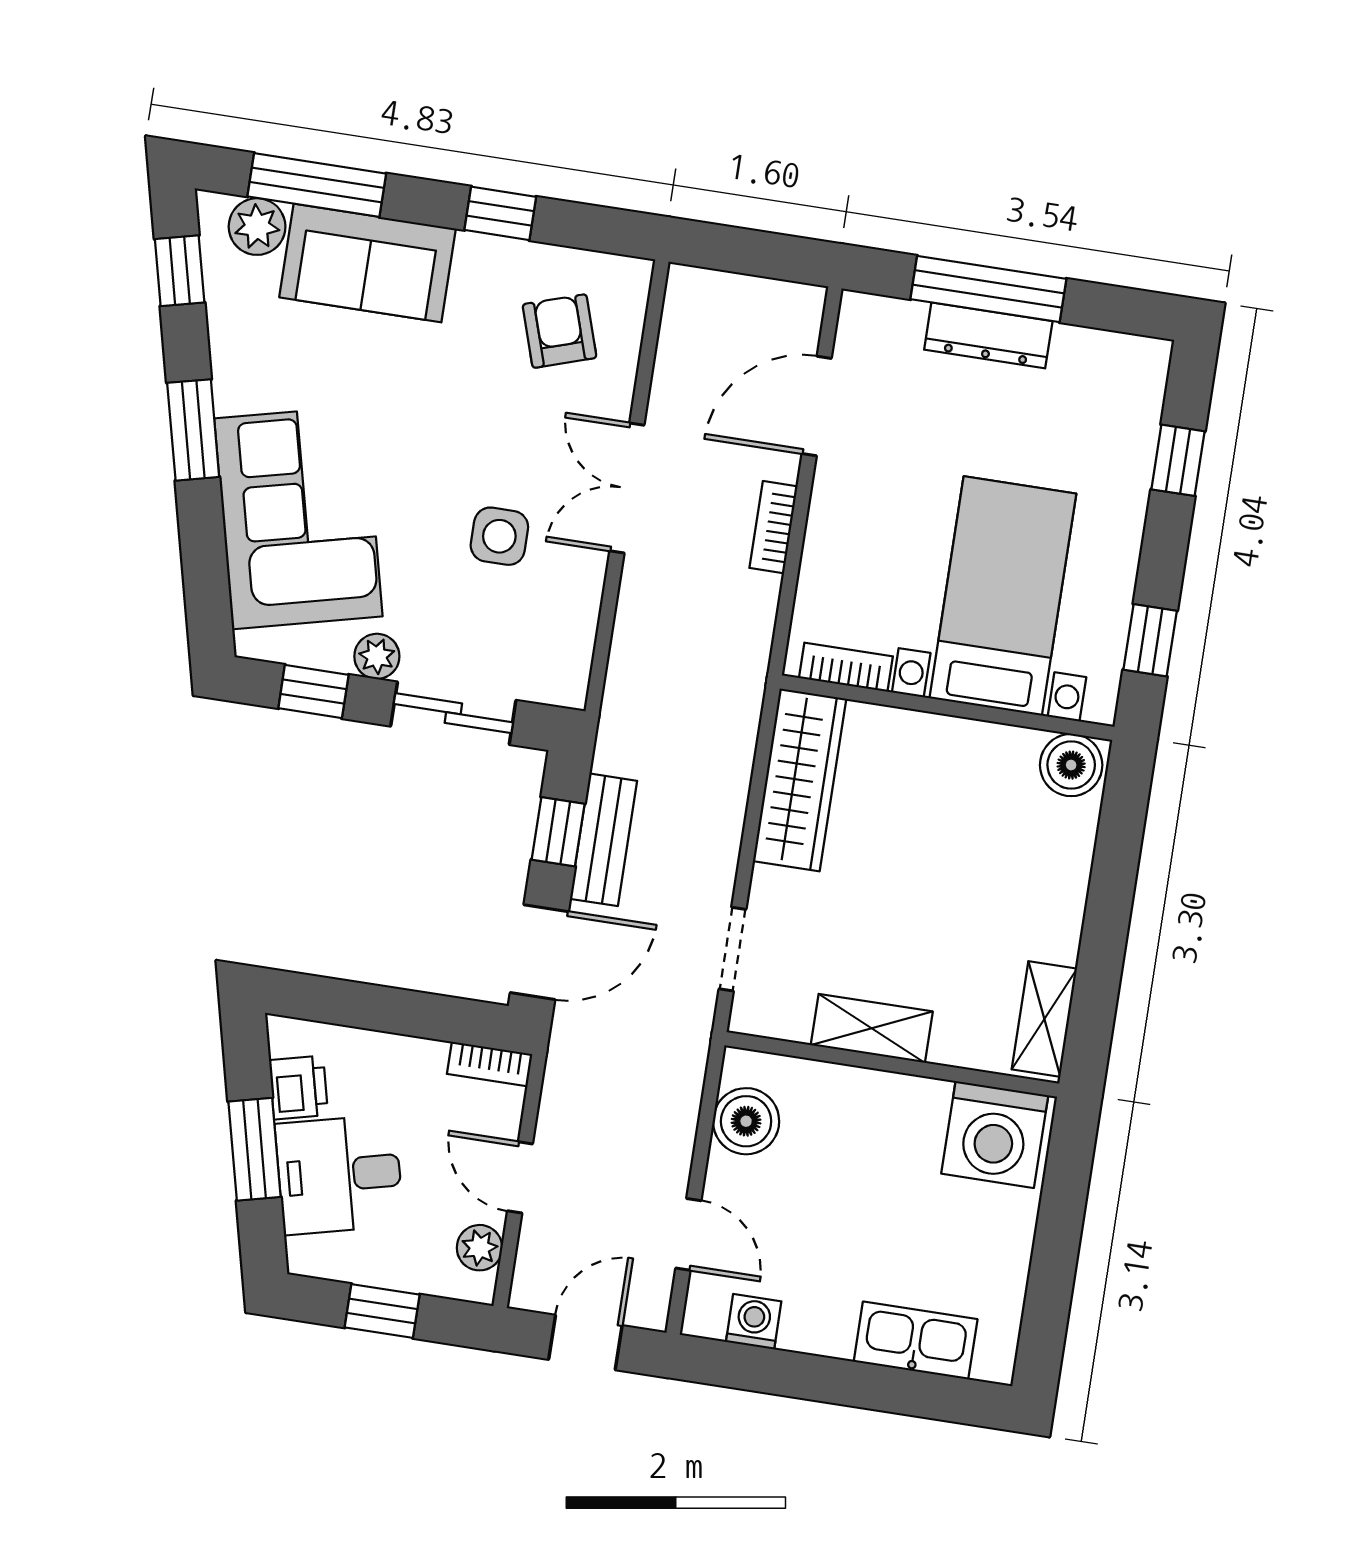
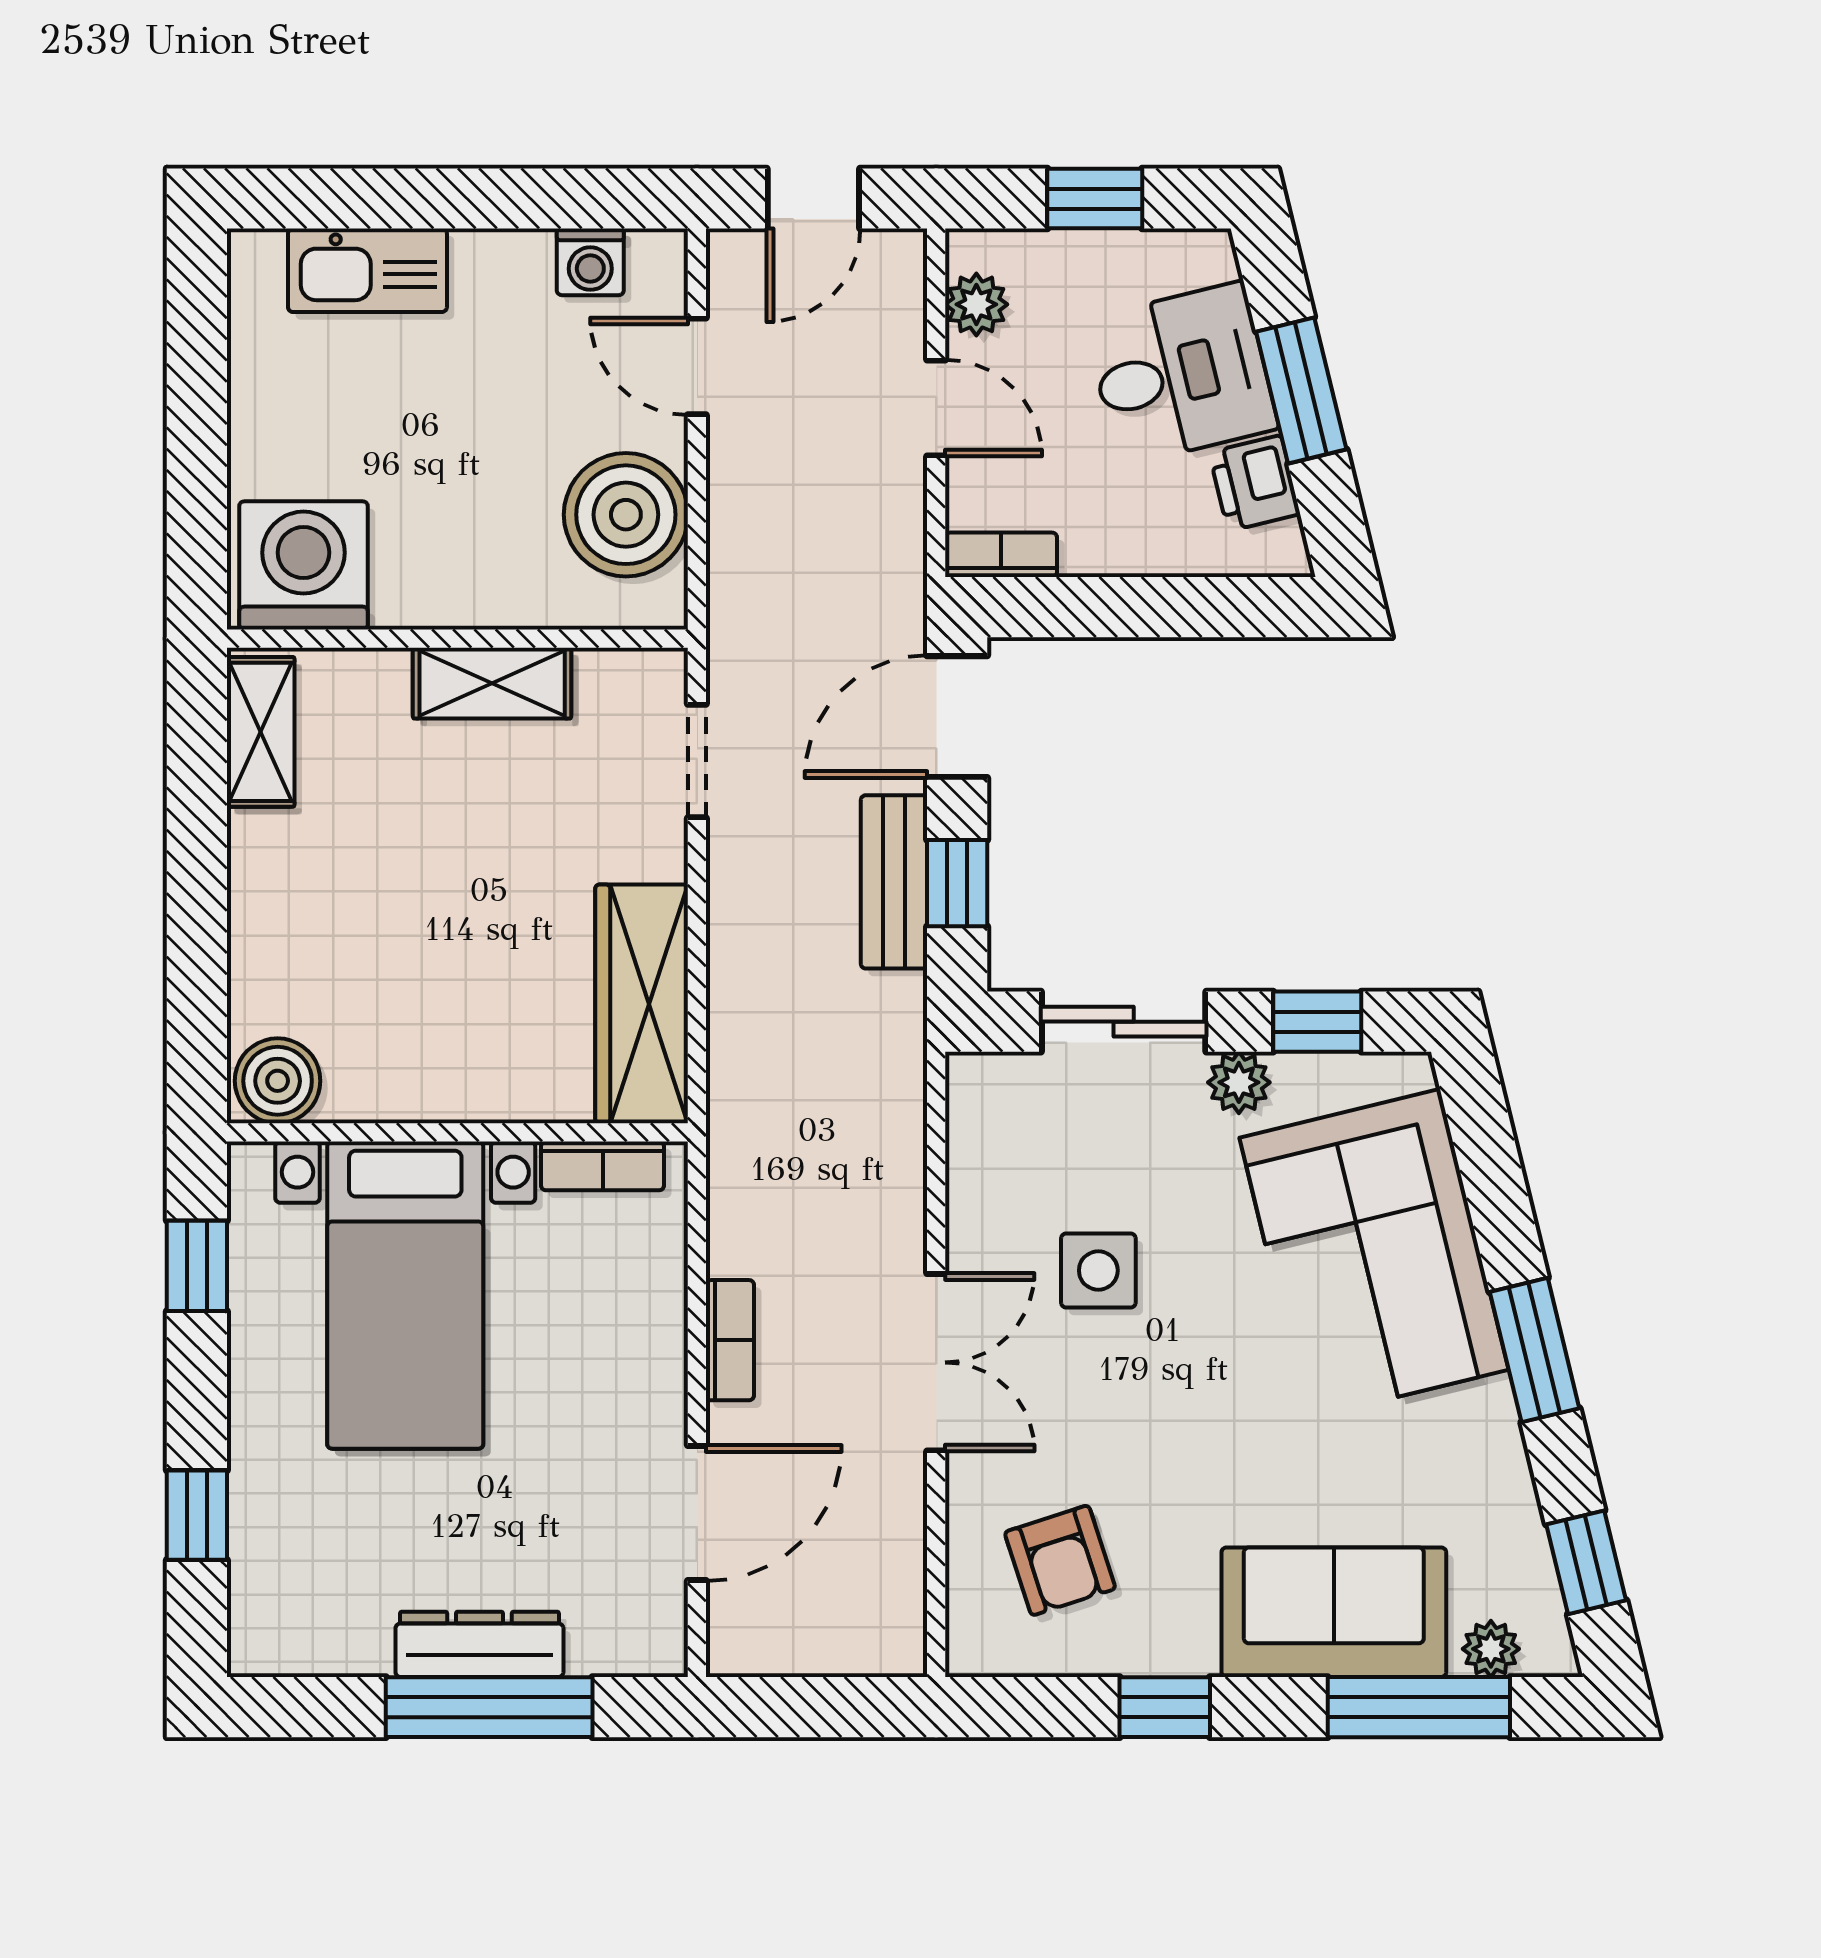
plant: (257, 227) -> (1491, 1649), width x0.73, depth x0.73
boiler: (746, 1121) -> (626, 515), width x1.37, depth x1.37

